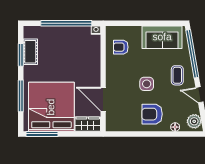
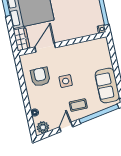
armchair: (121, 47) -> (92, 53), removed
armchair: (152, 114) -> (40, 77), moved

